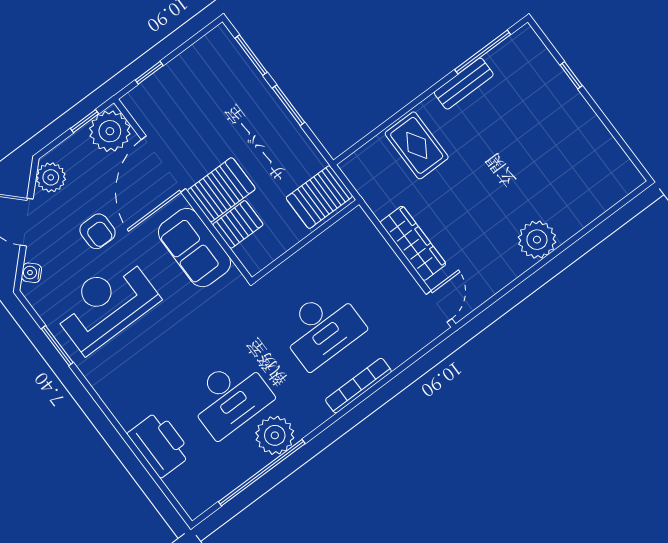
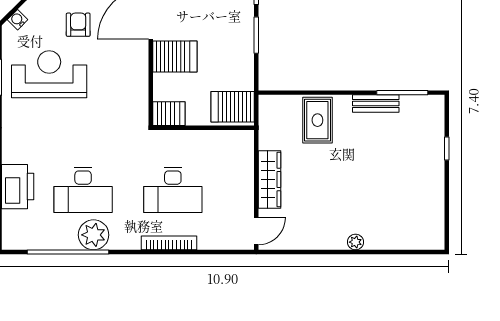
server rack: (238, 225) -> (169, 114), moved
armchair: (98, 231) -> (78, 25), turned 180
plant: (537, 240) -> (355, 242), width x0.53, depth x0.53
sofa: (195, 248) -> (131, 80), removed

